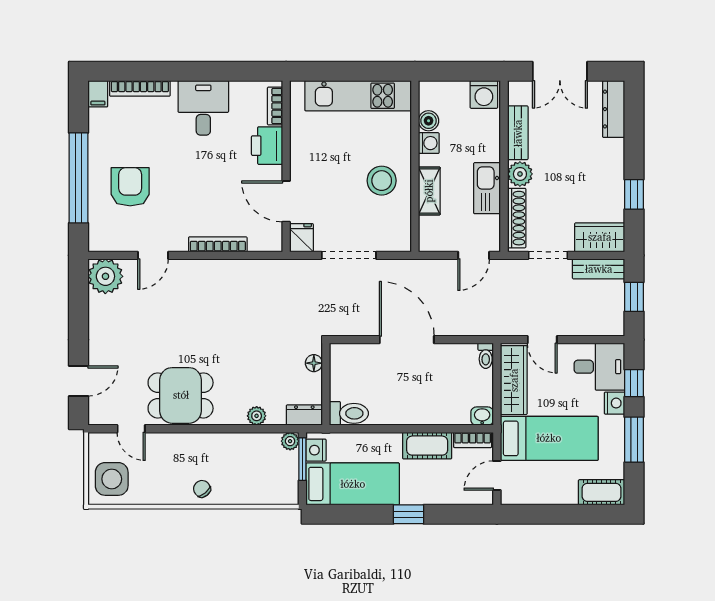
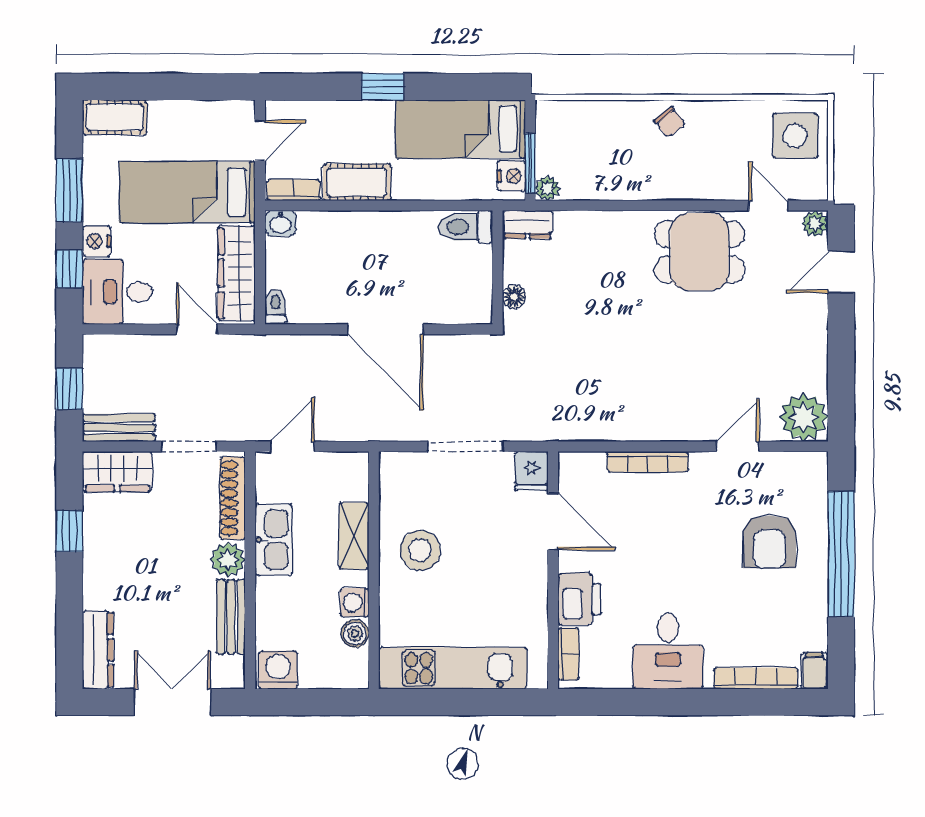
plant: (257, 416) -> (815, 223), moved

